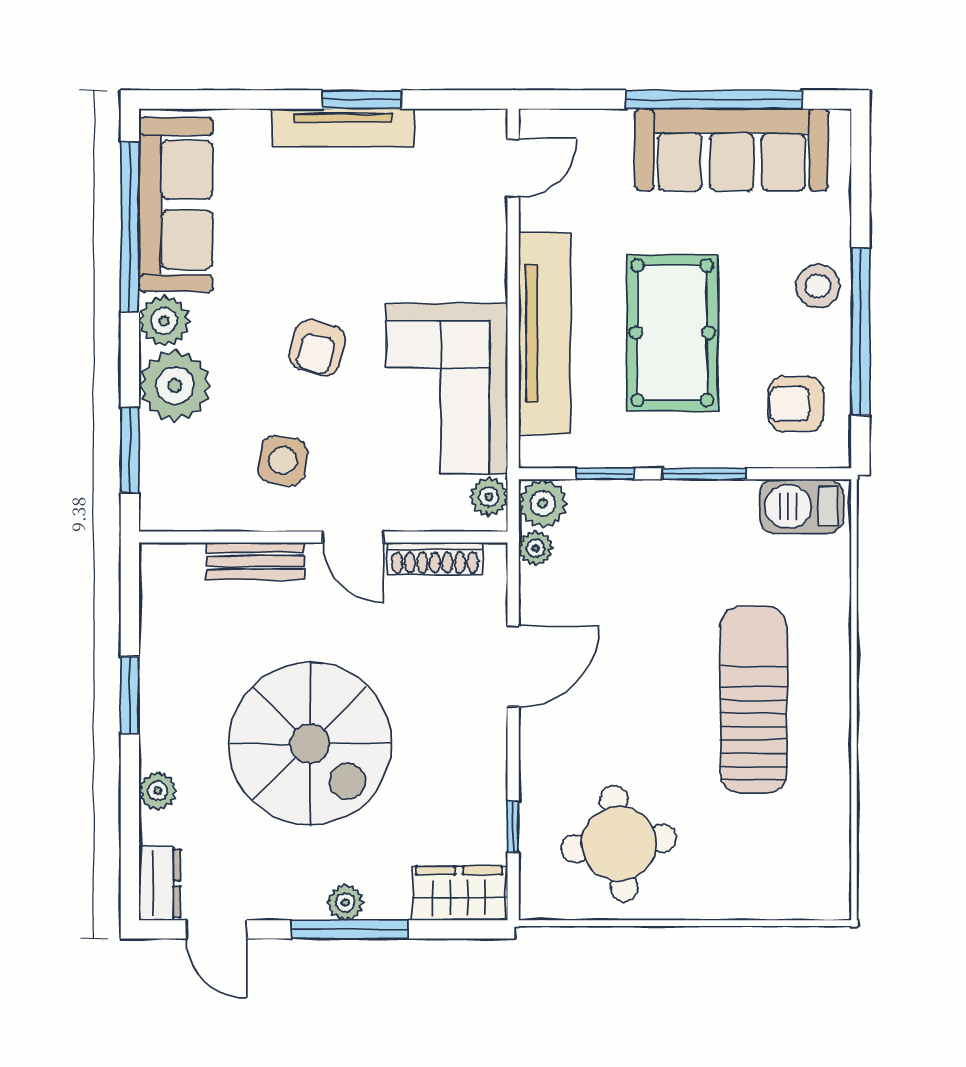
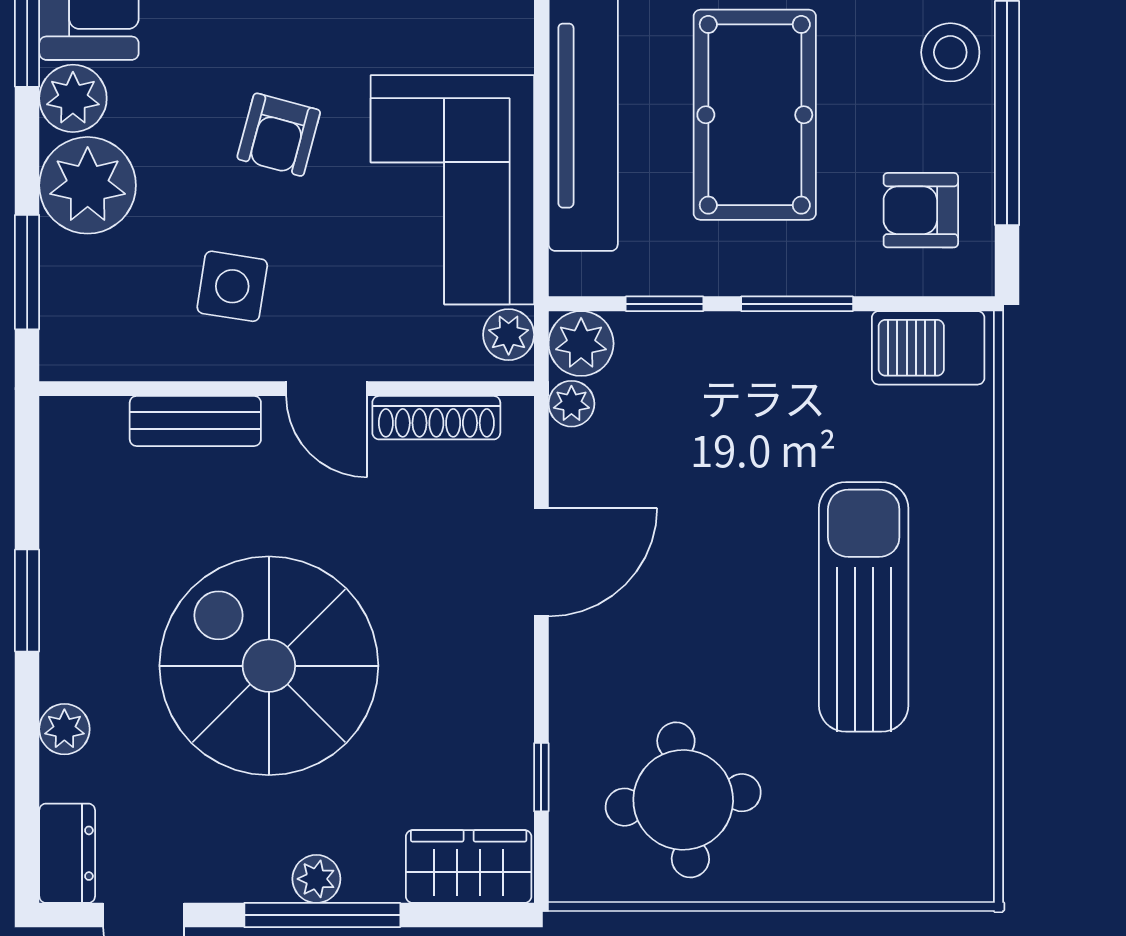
spiral stairs: (310, 744) -> (269, 666), turned 180

